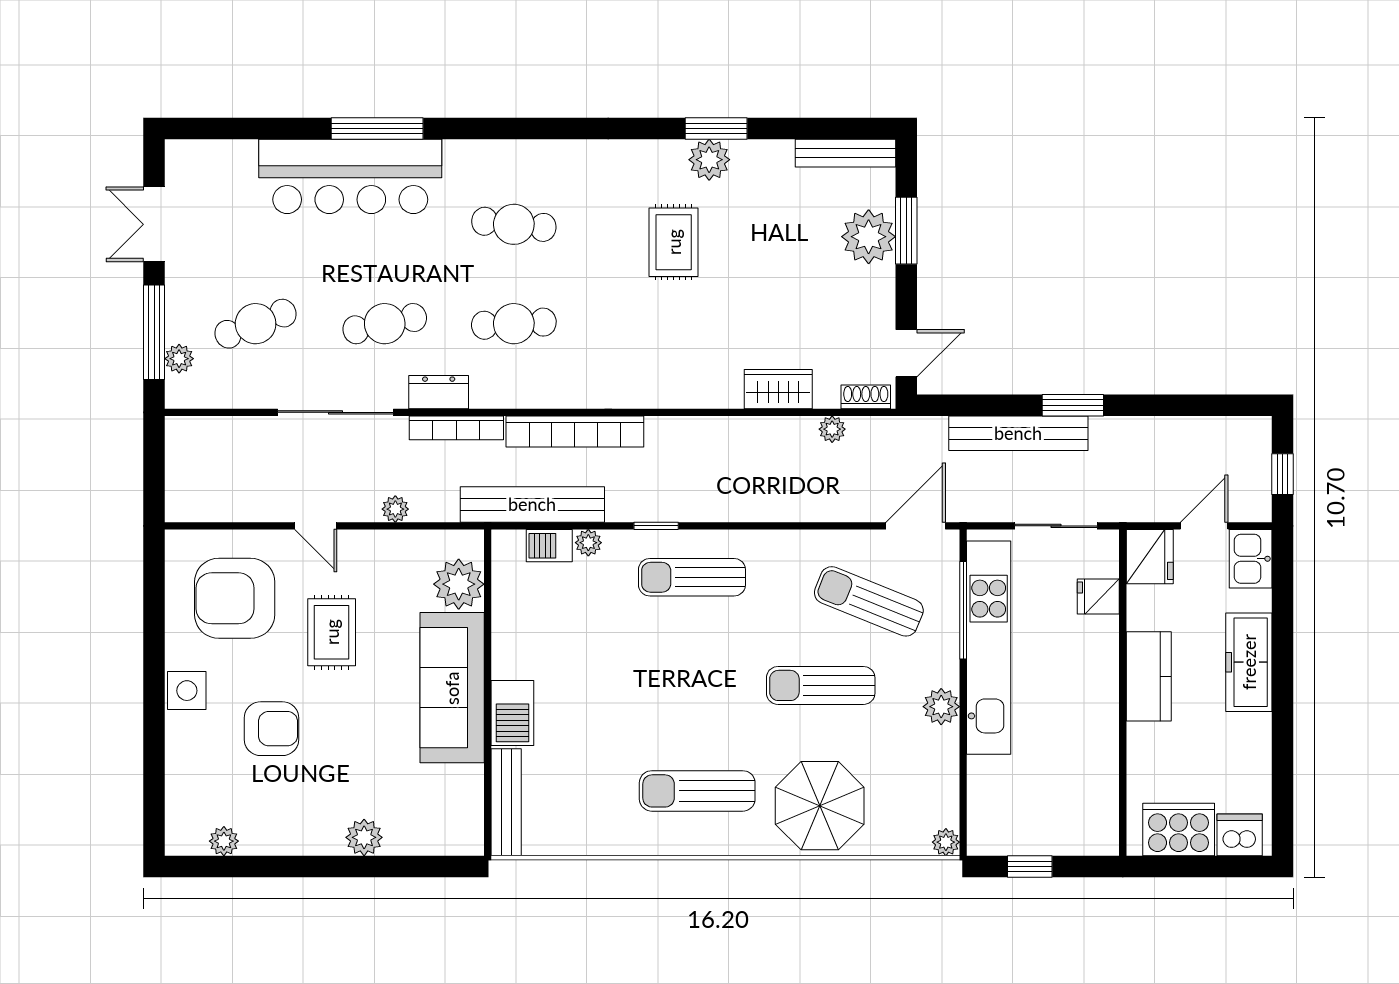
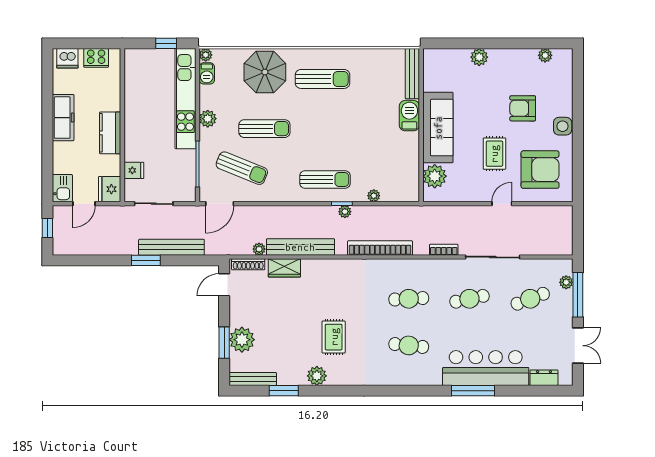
window: (716, 129) -> (284, 391), moved
dresser: (439, 392) -> (544, 378), moved, turned 180
shoe rack: (866, 397) -> (248, 264), width x1.43
bookcase: (456, 428) -> (444, 250), width x0.64
bench: (532, 504) -> (300, 247), moved
plant: (395, 509) -> (345, 212), moved
door: (316, 526) -> (502, 204), hinge flipped
barbecue: (549, 546) -> (207, 73), moved, turned 90
kitchen unit: (989, 648) -> (185, 99), moved
freezer: (1249, 662) -> (63, 118), moved
cooker: (1179, 829) -> (96, 58), width x0.73, depth x0.76

